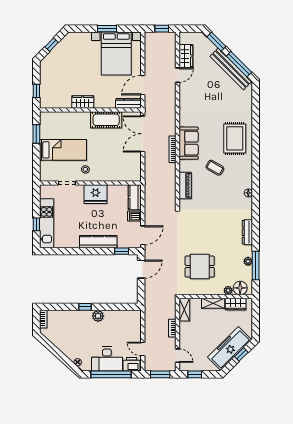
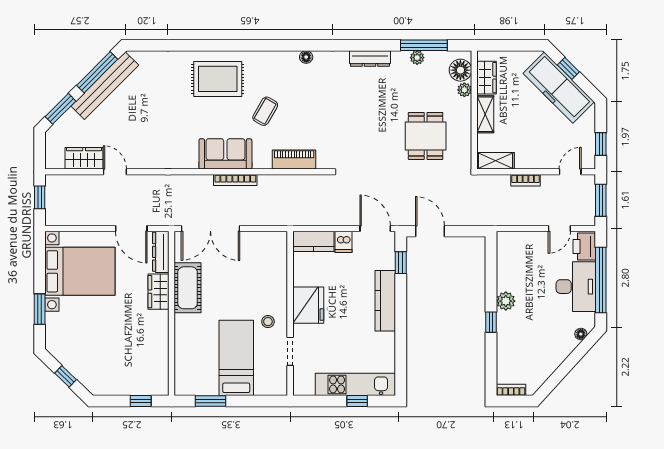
window: (107, 29) -> (40, 309), moved
wardrobe: (83, 102) -> (159, 292), moved

